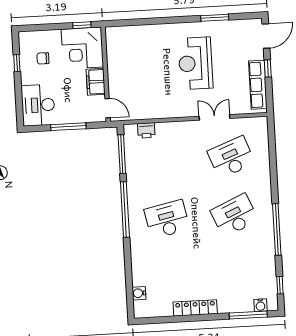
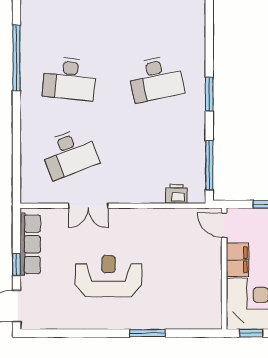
window: (215, 18) -> (148, 333), moved
reception desk: (195, 63) -> (109, 276), turned -90
window: (125, 210) -> (209, 94), width x0.47
desk: (234, 215) -> (70, 79), turned 30

